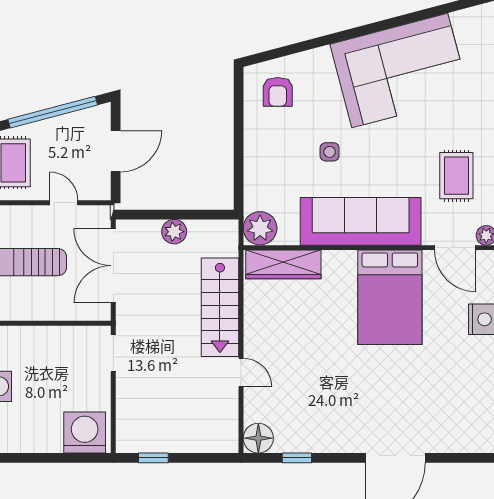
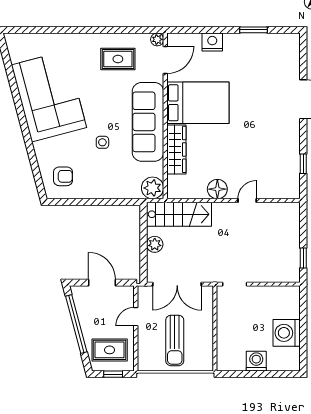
wardrobe: (283, 264) -> (176, 149), moved
stairs: (220, 307) -> (179, 214), moved
washing machine: (85, 433) -> (287, 333), moved
floor lamp: (258, 438) -> (217, 189), moved

